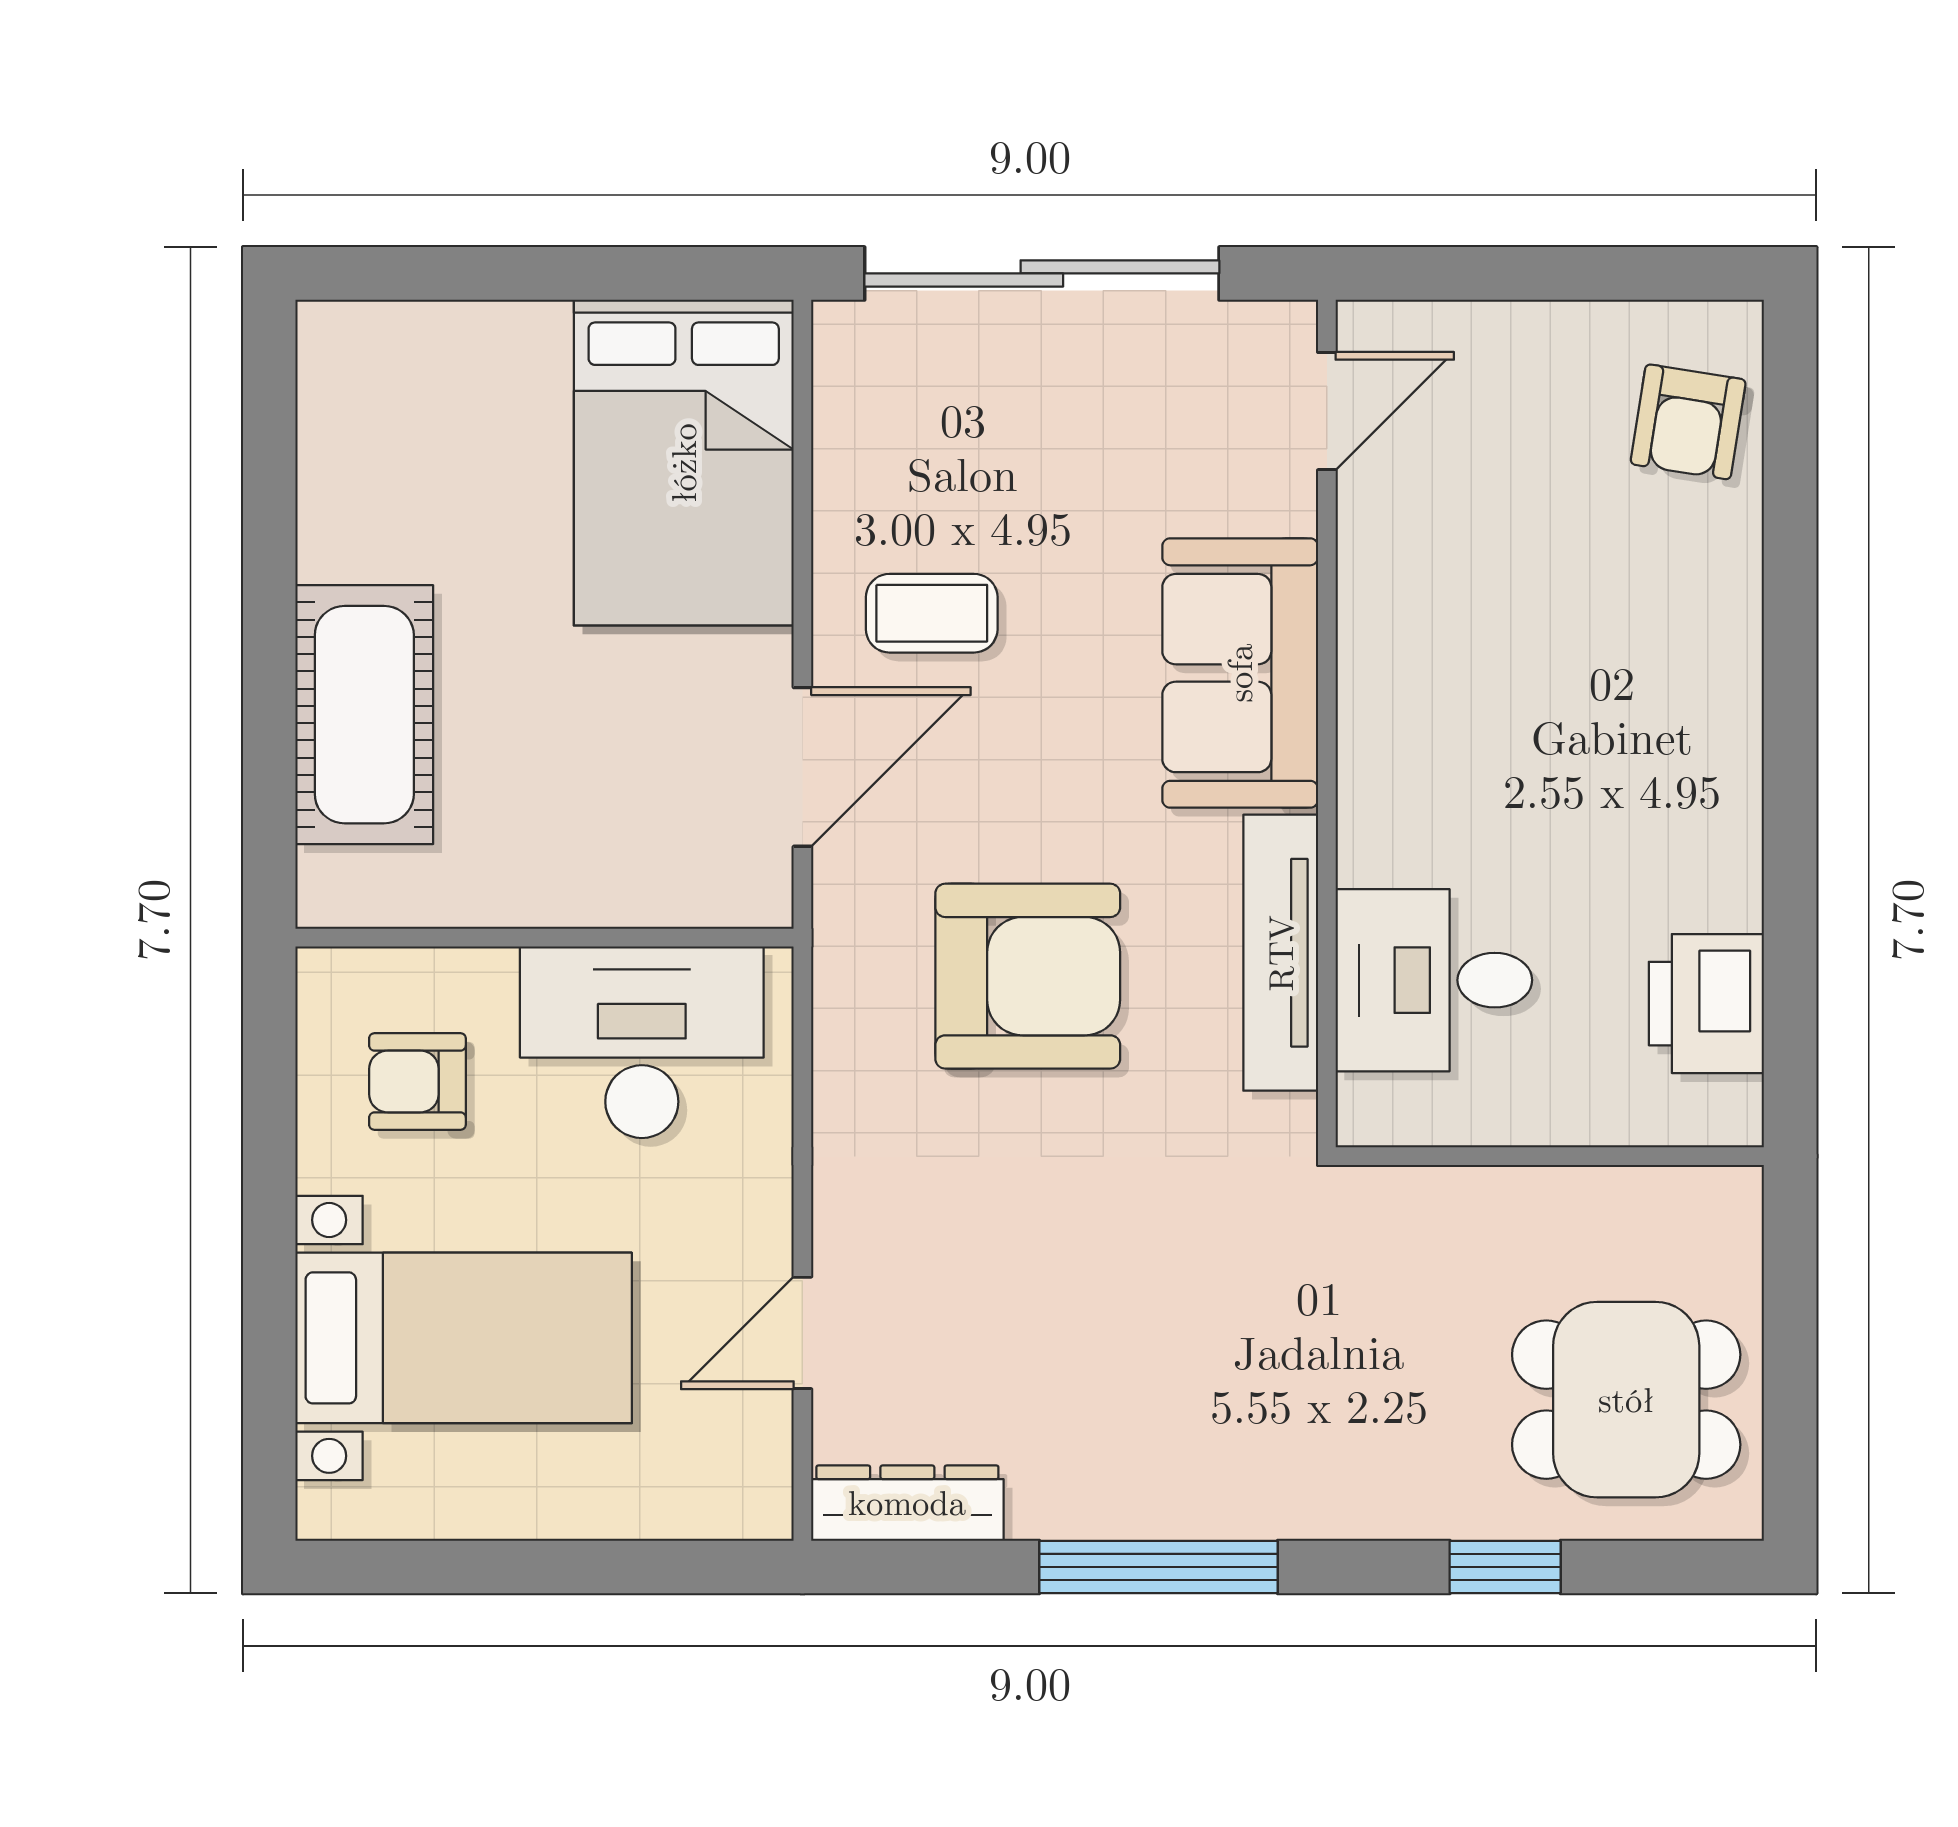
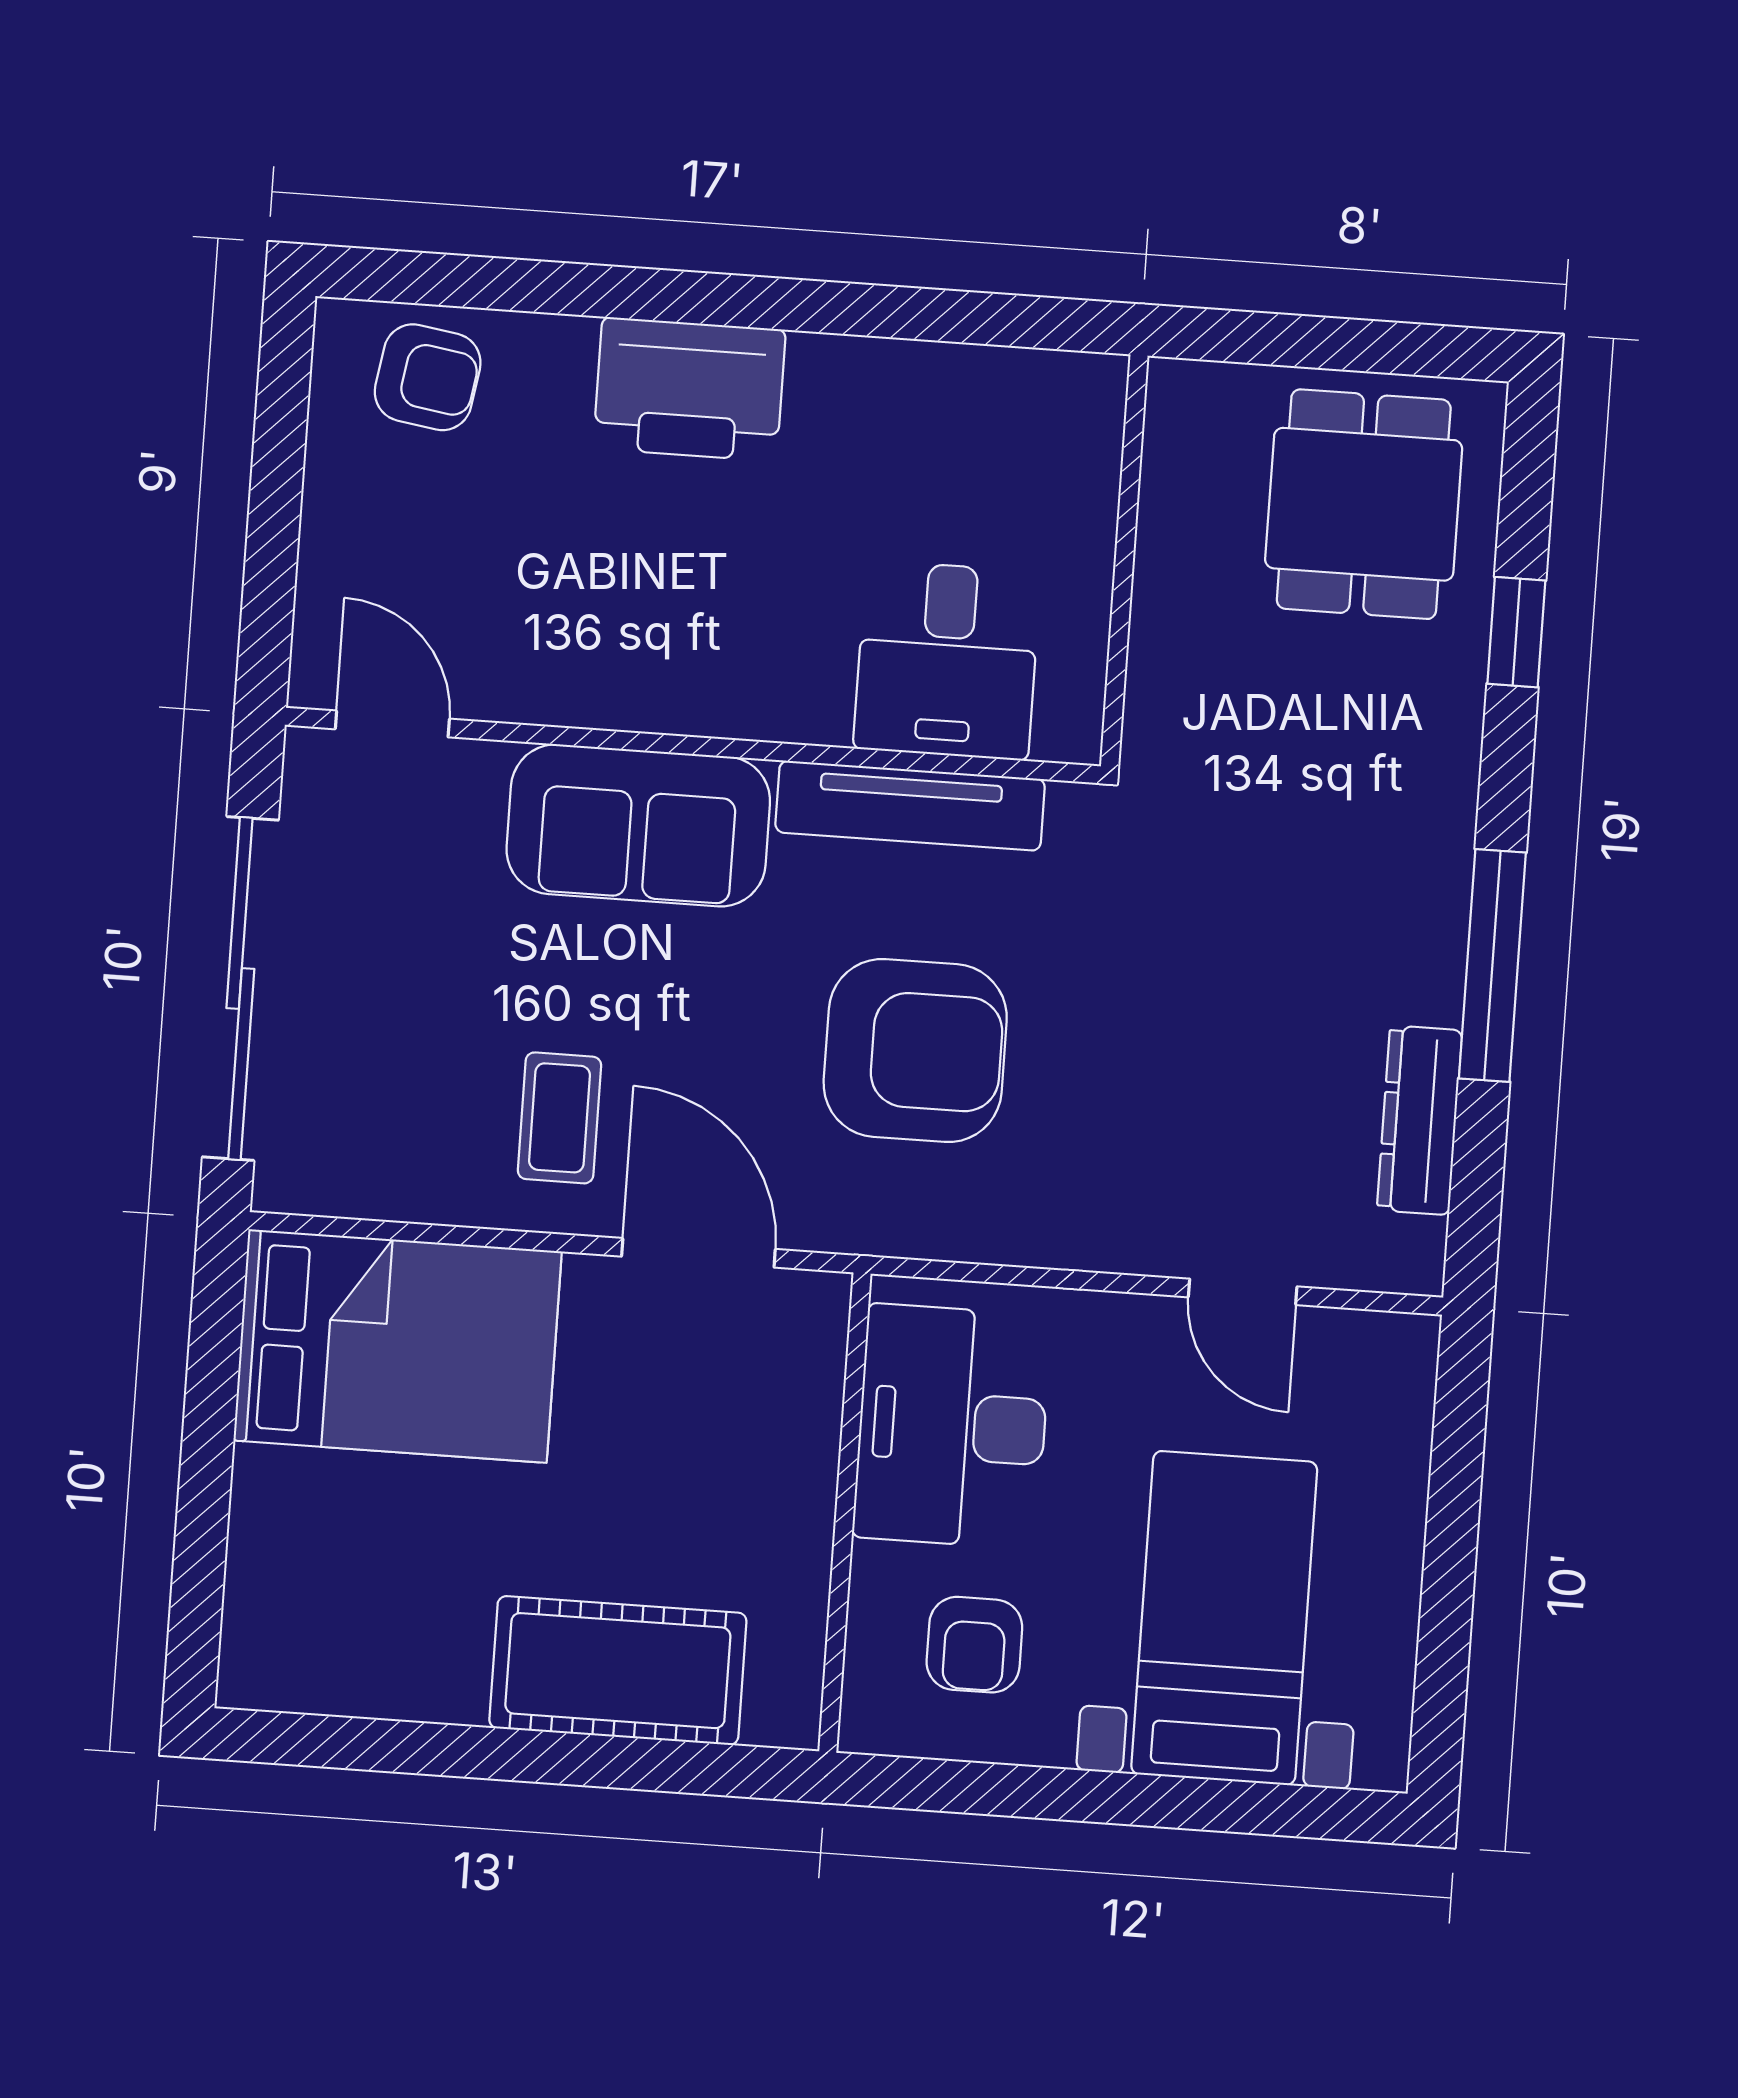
armchair: (1028, 976) -> (915, 1051), turned 90
printer: (1706, 1004) -> (689, 389), moved, width x1.37, depth x1.19
dresser: (907, 1503) -> (1420, 1120), moved

